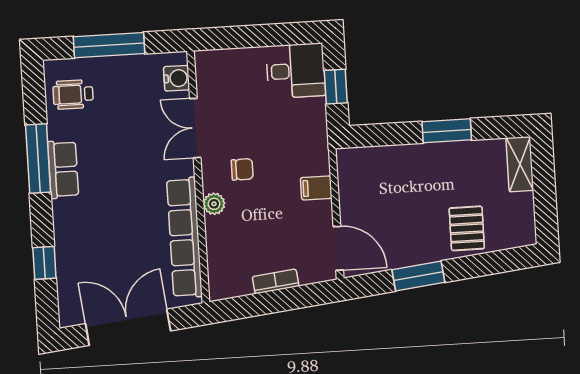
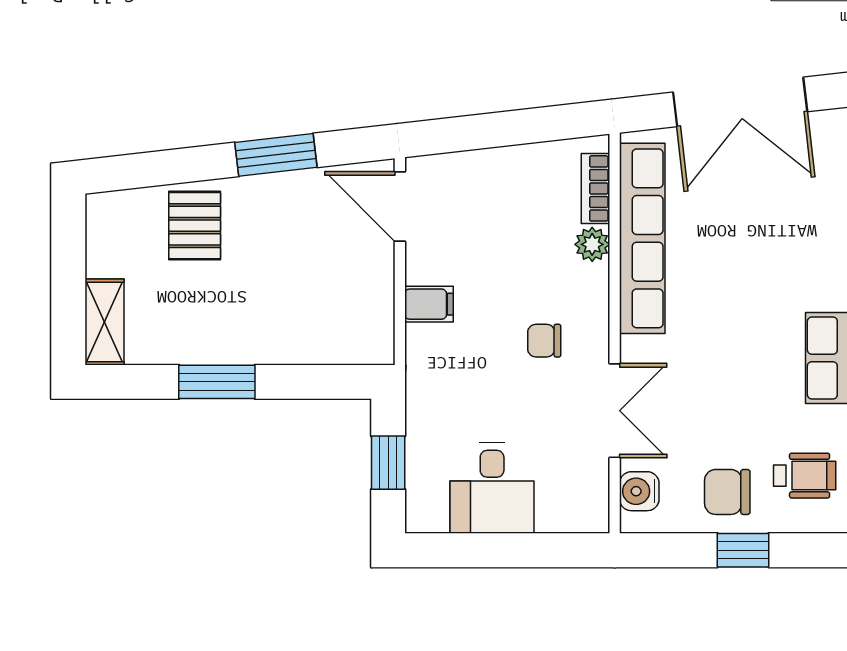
window: (109, 45) -> (743, 550), width x0.46
desk: (296, 71) -> (492, 488), moved, turned -90
chair: (121, 81) -> (727, 492), added
plant: (214, 204) -> (592, 244), moved
bookcase: (276, 281) -> (595, 188), moved, turned 97

